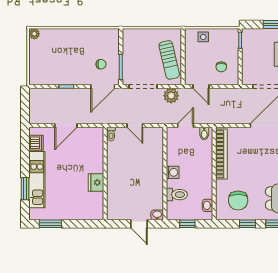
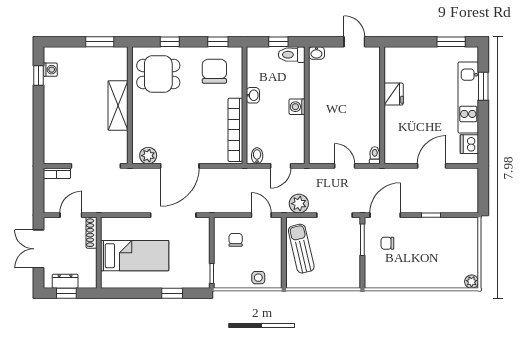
toilet: (177, 195) -> (292, 55), moved
washbasin: (208, 205) -> (253, 95), moved
door: (139, 224) -> (354, 42), moved
window: (248, 224) -> (218, 42), moved

